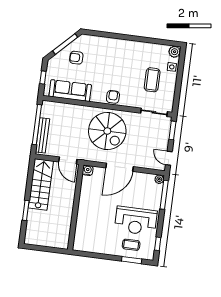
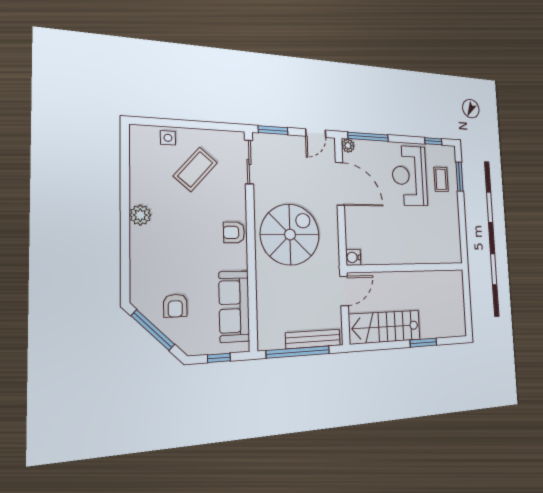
plant: (175, 52) -> (140, 215), moved
coffee table: (152, 80) -> (195, 169), turned -49
door: (120, 167) -> (340, 184), moved
reception desk: (136, 221) -> (410, 176), turned 180

